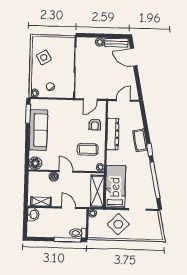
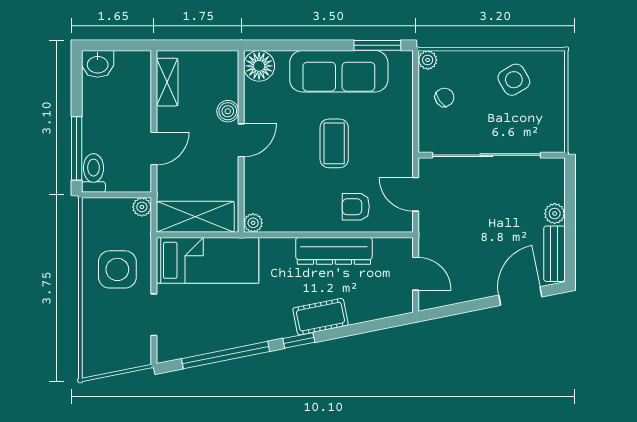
coffee table: (88, 149) -> (334, 143), moved
washbasin: (33, 214) -> (98, 64), moved
side table: (118, 224) -> (117, 269), turned 45

